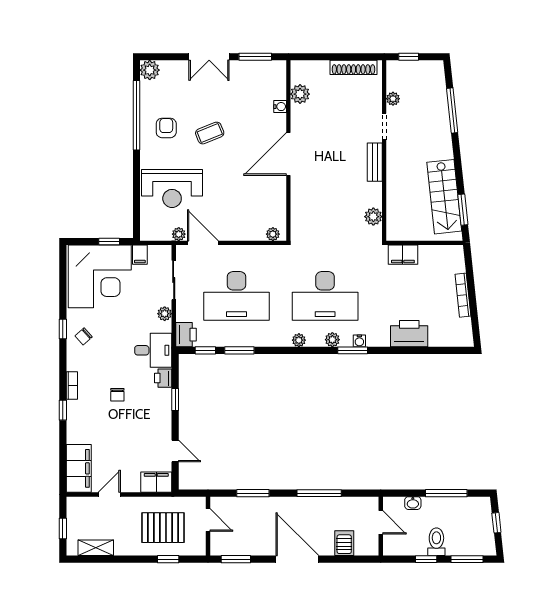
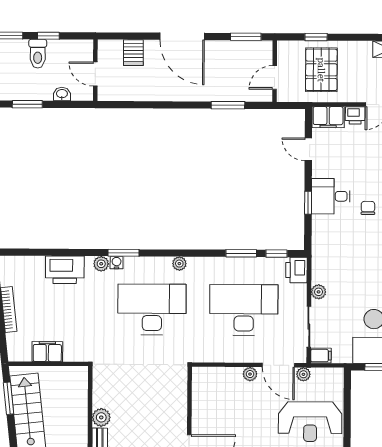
reception desk: (172, 189) -> (310, 422), turned 180
plant: (373, 217) -> (101, 417), moved
plant: (273, 234) -> (250, 374), moved
filing cabinet: (140, 255) -> (321, 356), moved, turned 90
filing cabinet: (403, 255) -> (47, 352), moved
plant: (332, 340) -> (101, 264), moved
desk: (153, 350) -> (331, 196), moved
printer: (163, 378) -> (355, 115), moved, turned 90
window: (319, 493) -> (159, 105), removed
window: (446, 493) -> (27, 104), width x0.69
door: (208, 520) -> (275, 77), hinge flipped
pallet: (163, 528) -> (321, 70), turned 90

